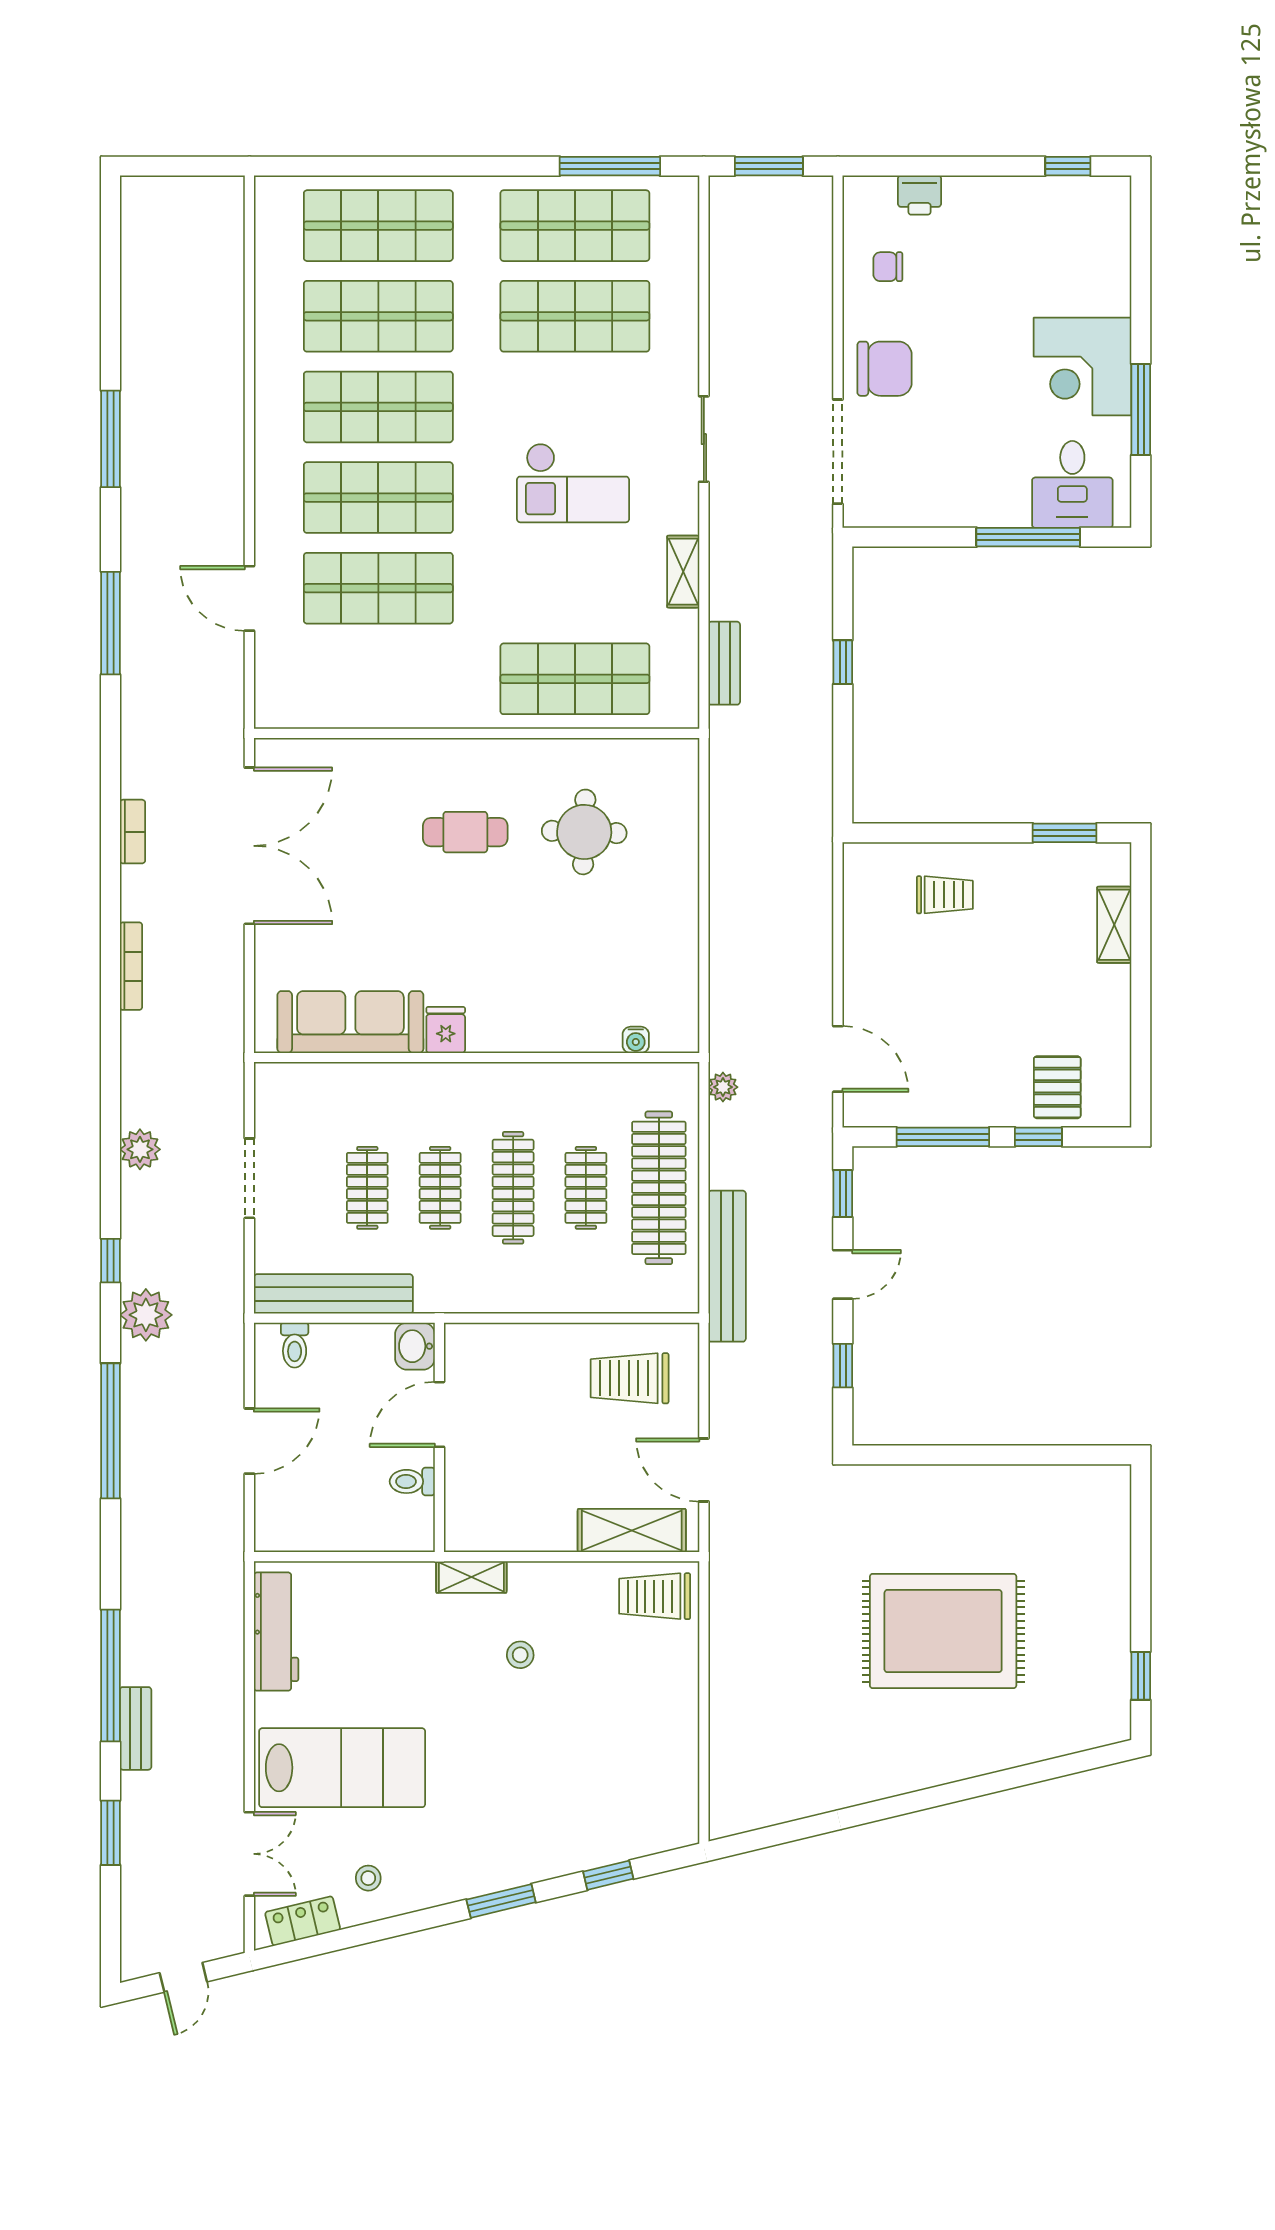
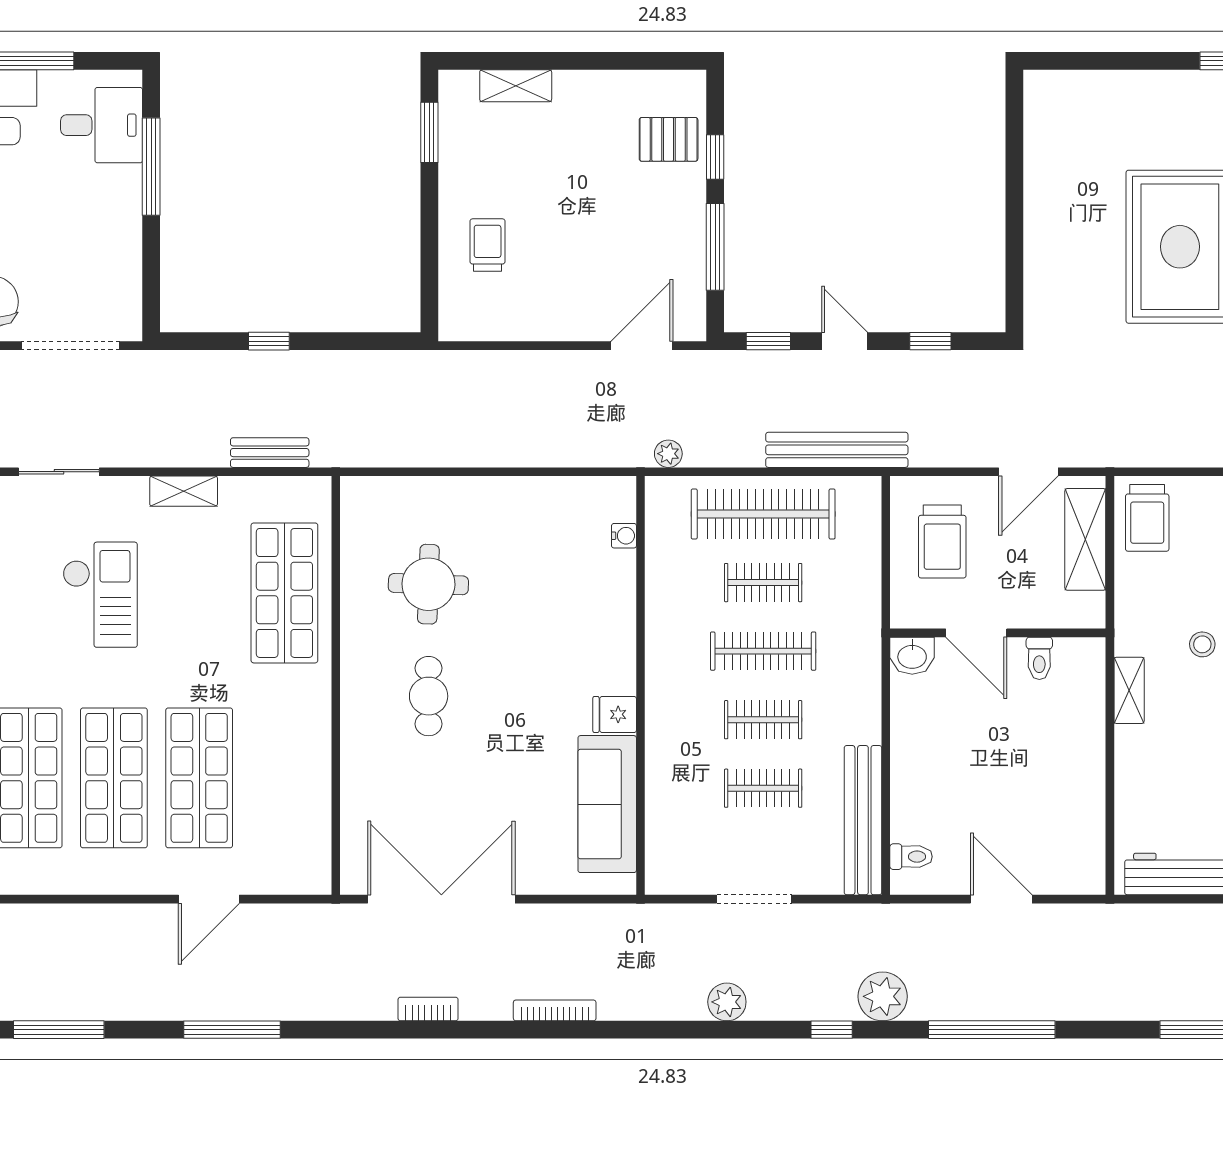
washbasin: (415, 1346) -> (912, 656), moved
door: (439, 1414) -> (976, 633), moved
wall: (439, 1437) -> (998, 633), moved
toilet: (412, 1481) -> (1039, 658), moved

